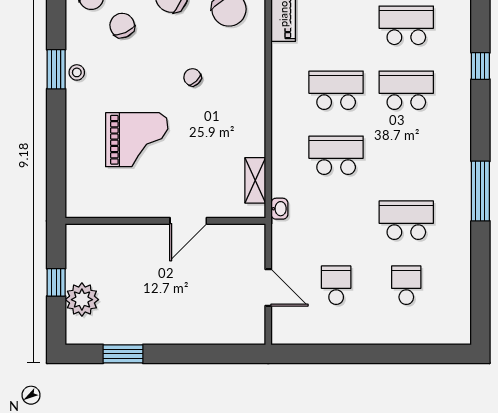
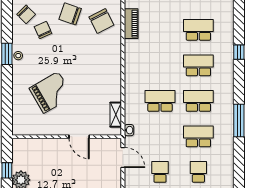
chair: (192, 77) -> (81, 58), removed
school desk: (336, 90) -> (198, 101), moved
grand piano: (137, 140) -> (51, 92), turned -30
door: (188, 221) -> (79, 137), hinge flipped
door: (268, 288) -> (123, 157), moved

